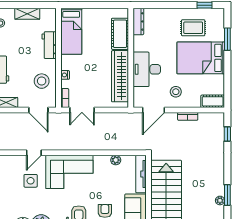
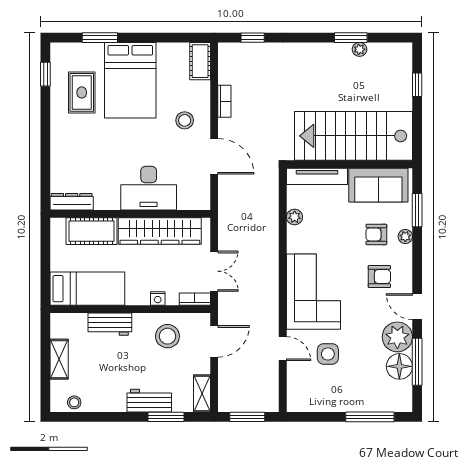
dresser: (138, 21) -> (72, 202), moved
cot: (120, 34) -> (92, 231), moved
wall: (131, 58) -> (130, 214), moved
desk: (147, 69) -> (149, 188), moved
wardrobe: (120, 76) -> (160, 231), moved

